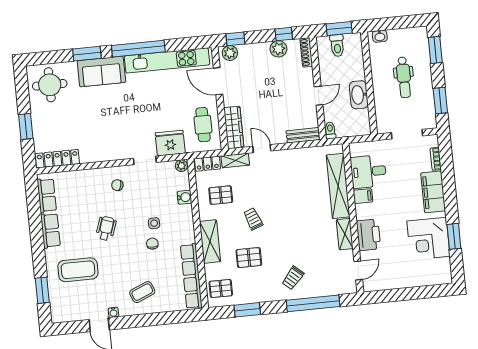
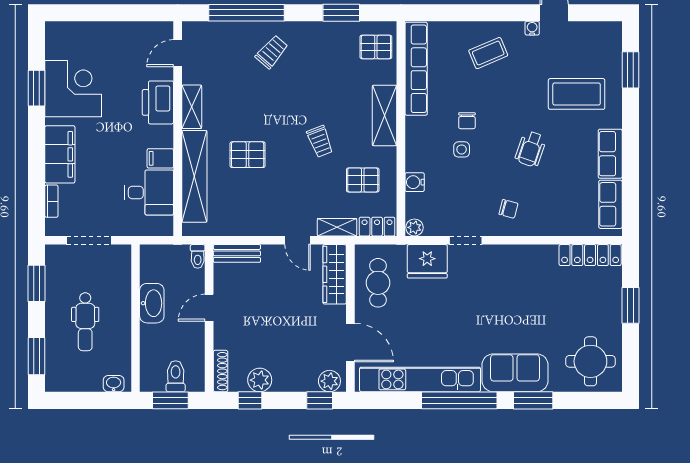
dental chair: (404, 77) -> (85, 322), turned 180
pallet: (249, 258) -> (248, 155), moved

